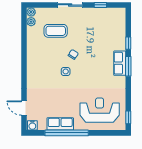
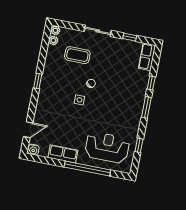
window: (24, 62) -> (38, 81), added
row of seats: (120, 63) -> (147, 57), moved
door: (24, 108) -> (28, 130), swing flipped
window: (128, 117) -> (139, 145), moved
window: (67, 133) -> (87, 168), moved

